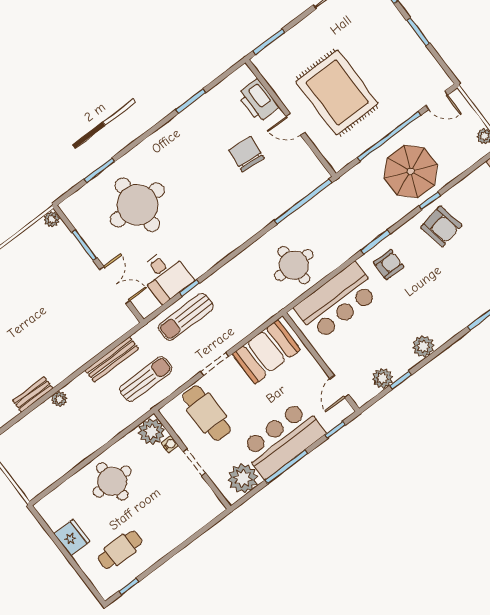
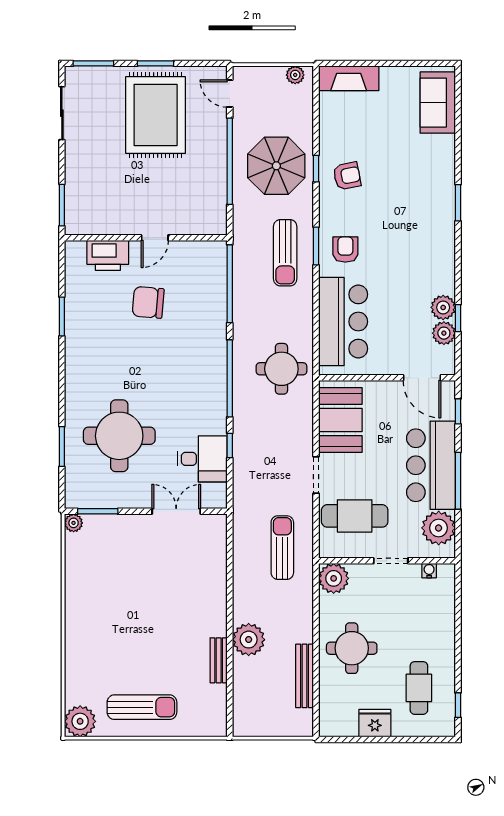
rug: (337, 92) -> (156, 115), moved, turned 90
door: (437, 100) -> (230, 94), swing flipped
armchair: (441, 226) -> (347, 176), width x0.72, depth x0.72
window: (84, 245) -> (98, 511), moved
window: (237, 252) -> (230, 378), added
round table: (294, 265) -> (281, 369), moved
sun lounger: (186, 317) -> (285, 253), moved
plant: (423, 346) -> (443, 307), moved
bench: (112, 359) -> (304, 676), moved
door: (339, 387) -> (422, 378), width x1.38
plant: (59, 399) -> (249, 640), width x1.88, depth x1.88
water cooler: (170, 444) -> (429, 571), moved

